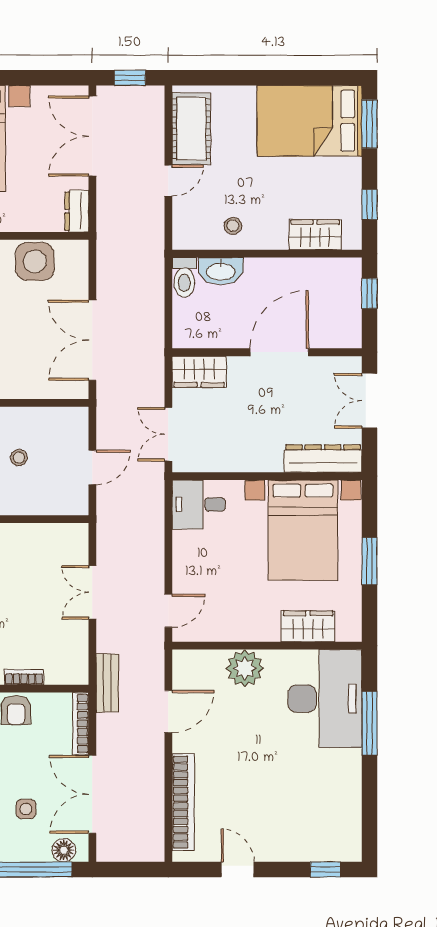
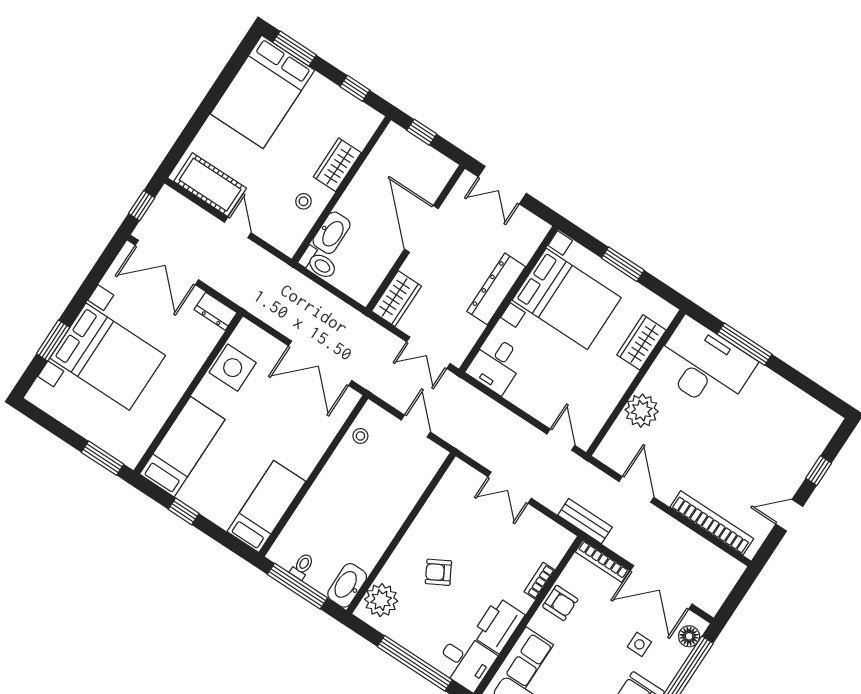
wardrobe: (315, 235) -> (337, 165), moved
stool: (19, 458) -> (360, 436), moved
dresser: (323, 459) -> (496, 289), moved
window: (325, 870) -> (819, 471), moved

